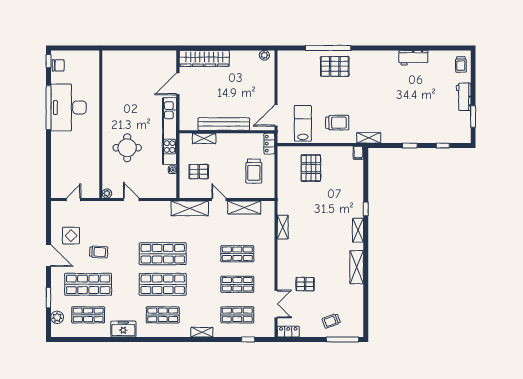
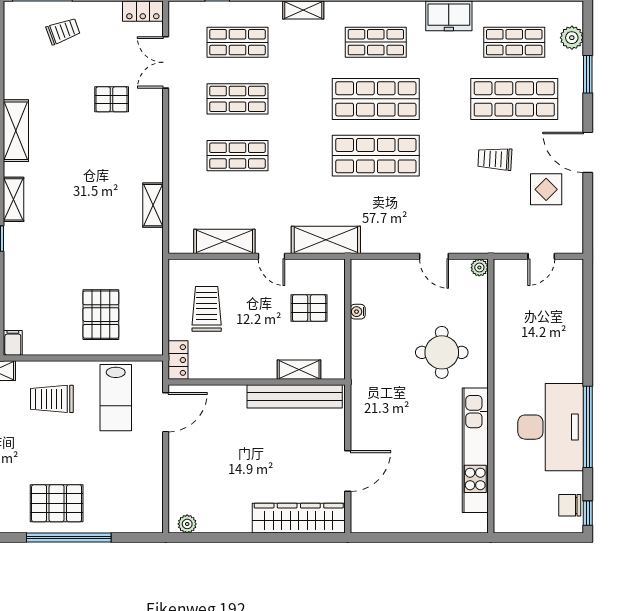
bench: (224, 124) -> (295, 396), moved
kitchen unit: (170, 131) -> (475, 450), moved, turned 180

